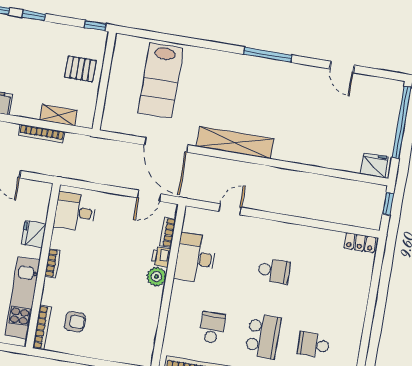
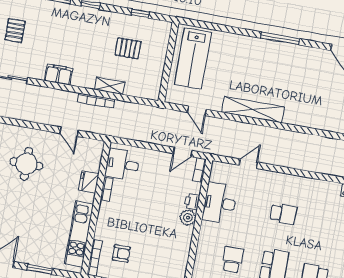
wall: (104, 81) -> (168, 62), moved
door: (166, 145) -> (197, 111), width x0.53
bookcase: (168, 232) -> (200, 170), moved
bookcase: (53, 263) -> (107, 189), moved

